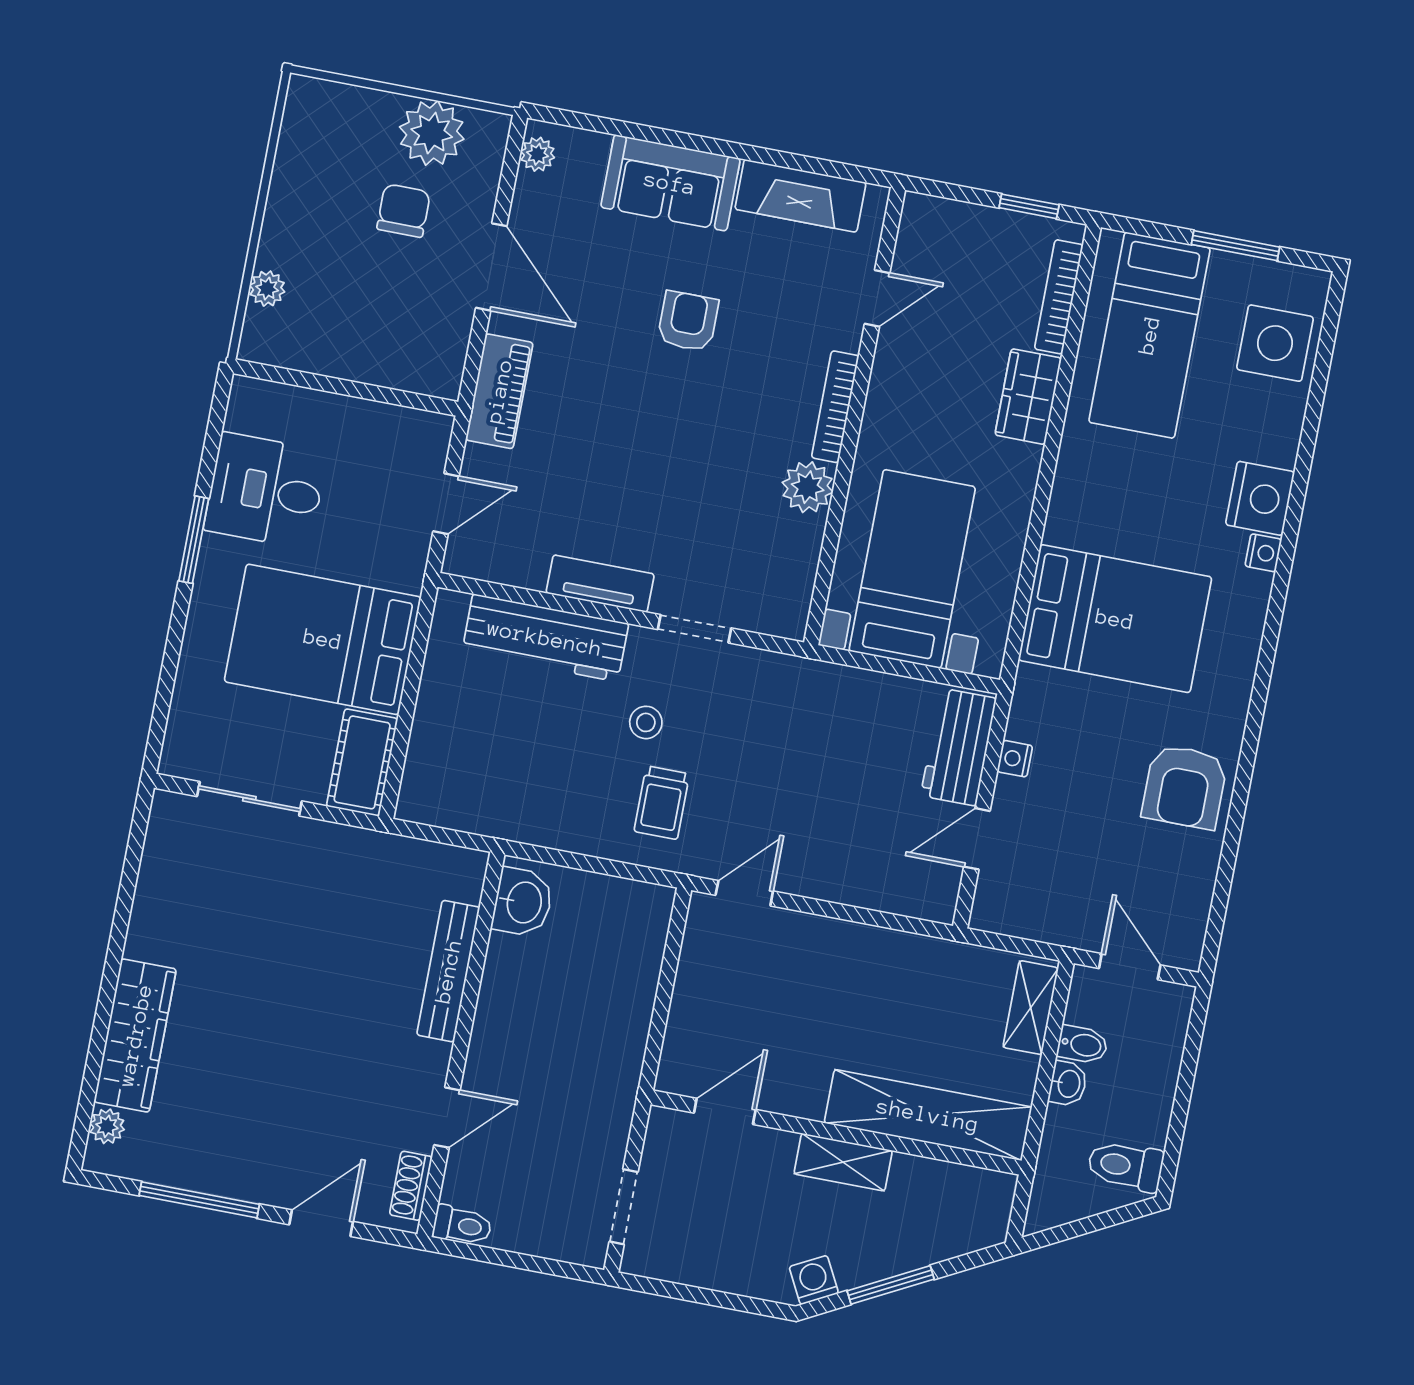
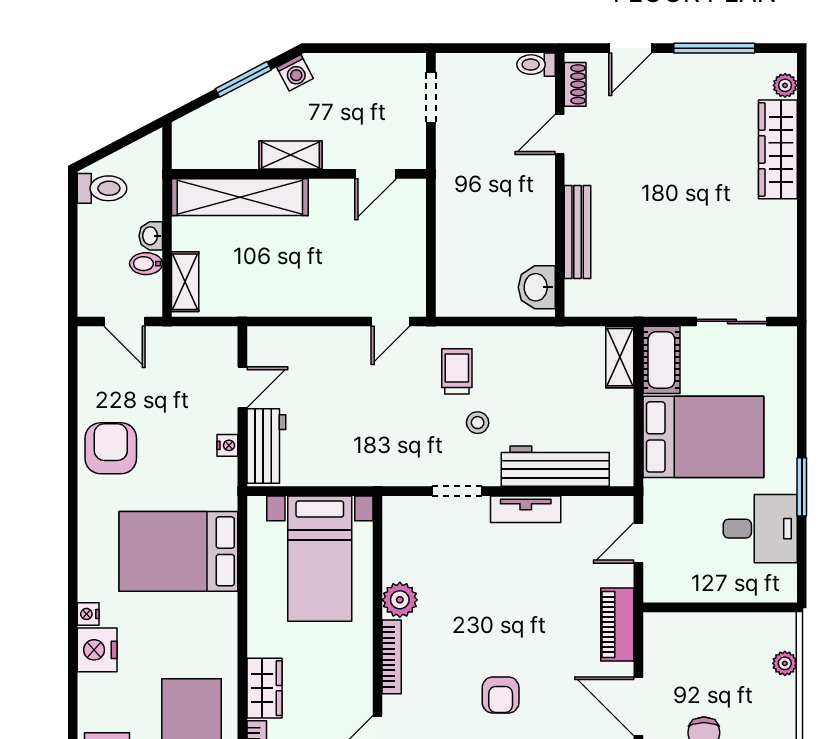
shelving: (422, 778) -> (620, 357), added

